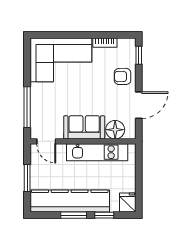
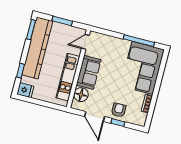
window: (139, 55) -> (118, 123), moved
window: (27, 107) -> (139, 41), moved
window: (74, 215) -> (31, 30), moved

